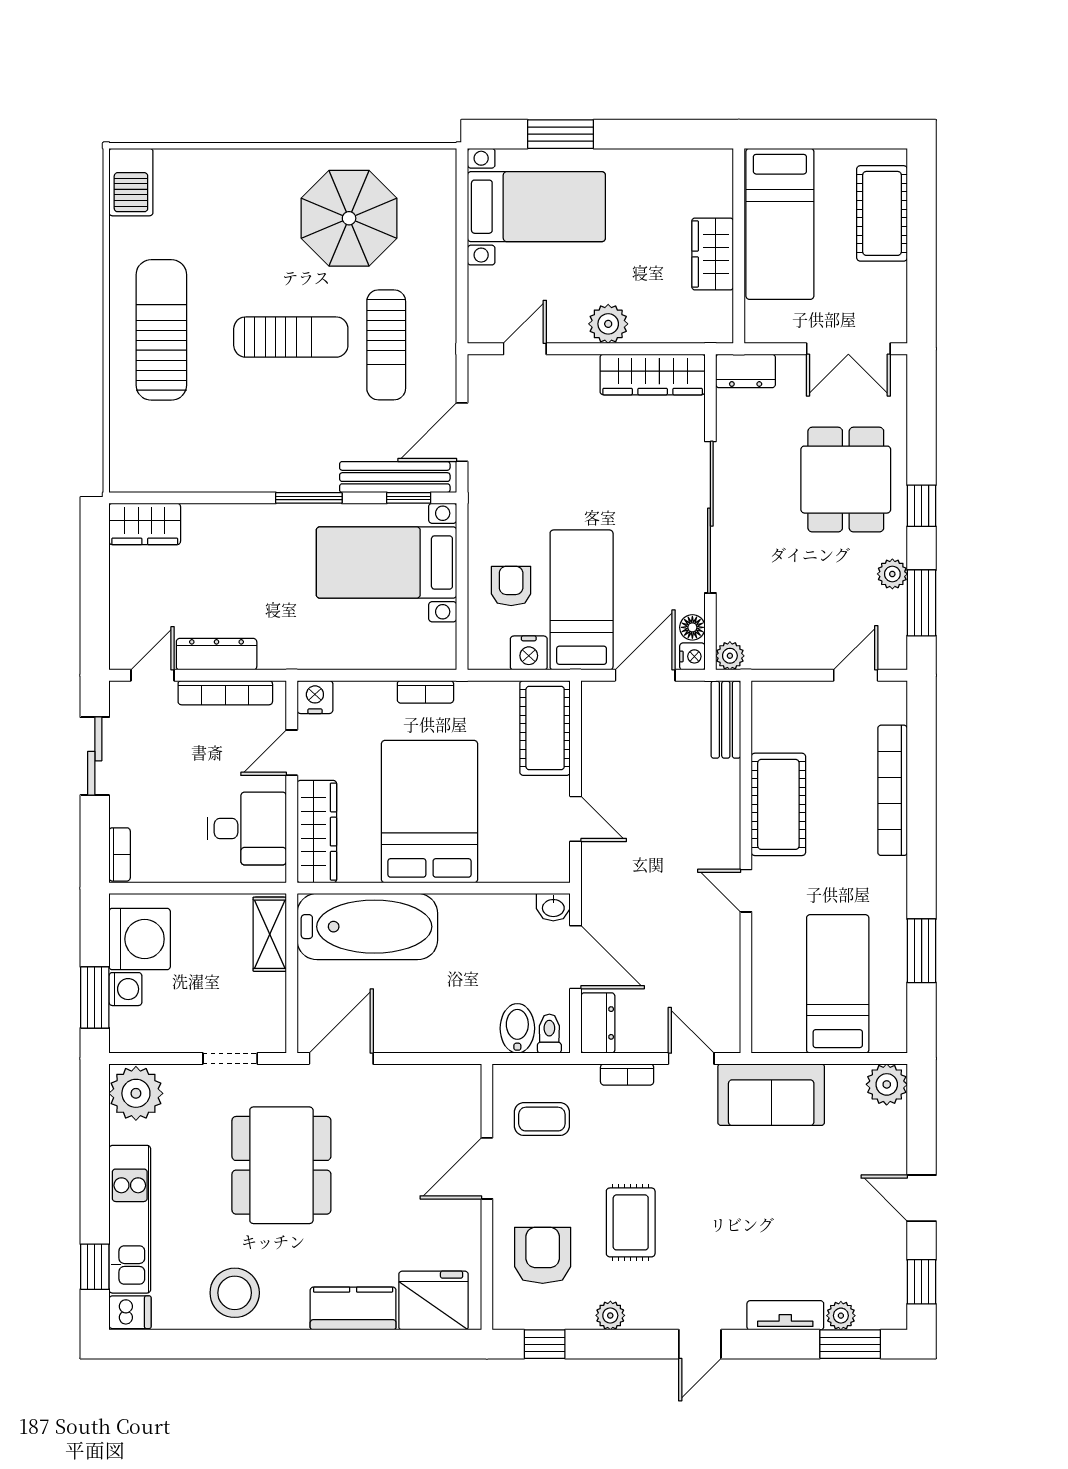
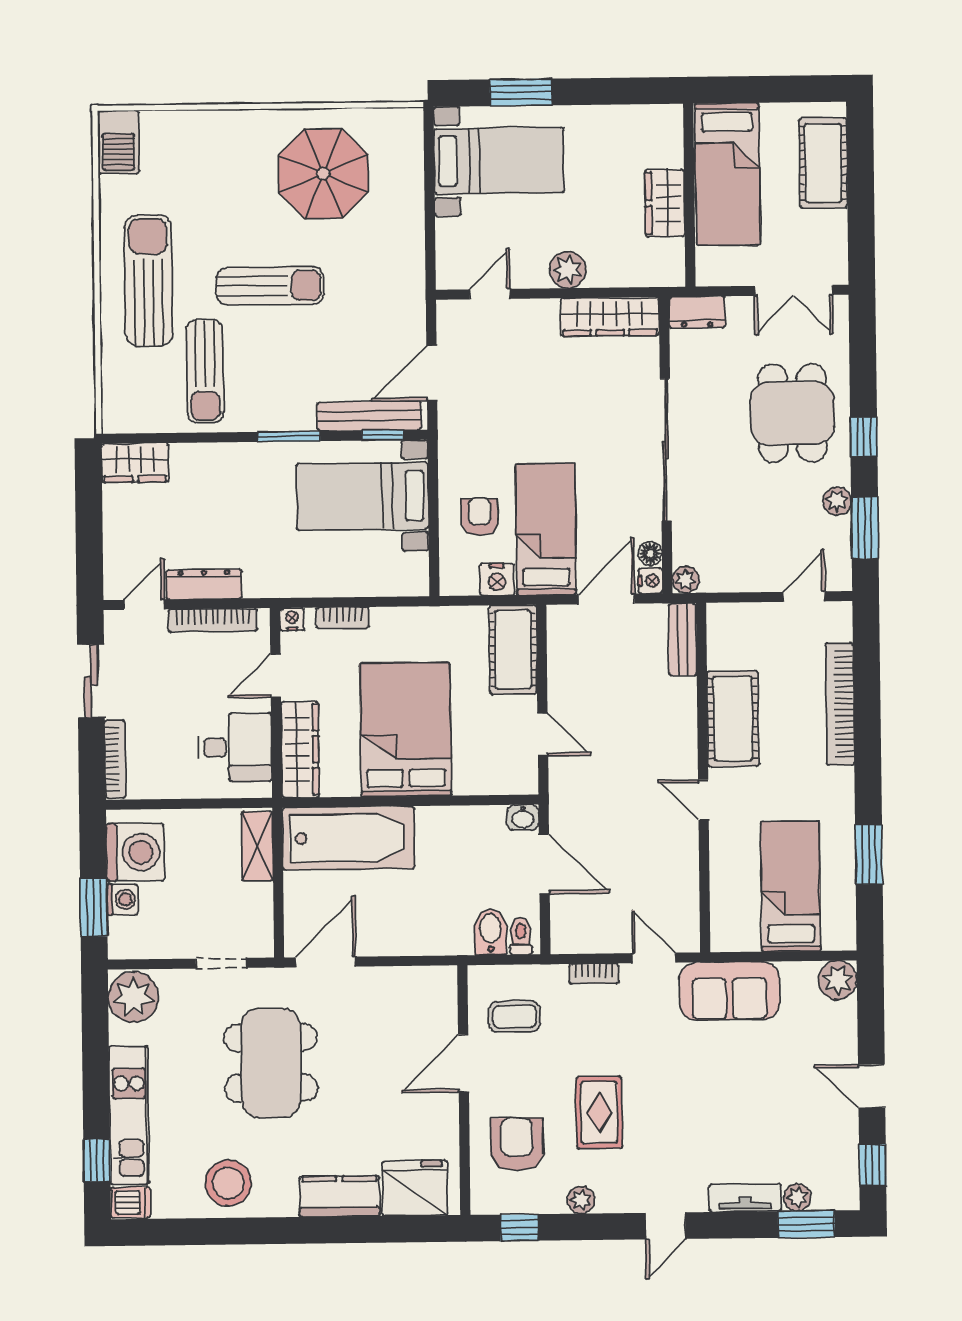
sun lounger: (386, 345) -> (205, 371), moved
bookcase: (425, 692) -> (343, 618), moved
nightstand: (315, 697) -> (292, 619), width x0.72, depth x0.74
bookcase: (120, 854) -> (115, 759), width x1.56
dresser: (598, 1023) -> (566, 926), removed

